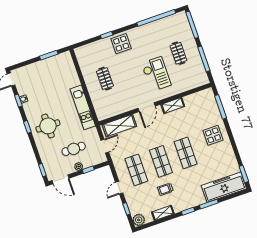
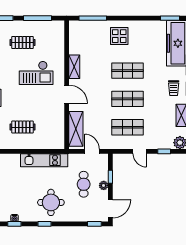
checkout: (156, 74) -> (36, 73), turned 180
trolley: (165, 189) -> (174, 88), moved

